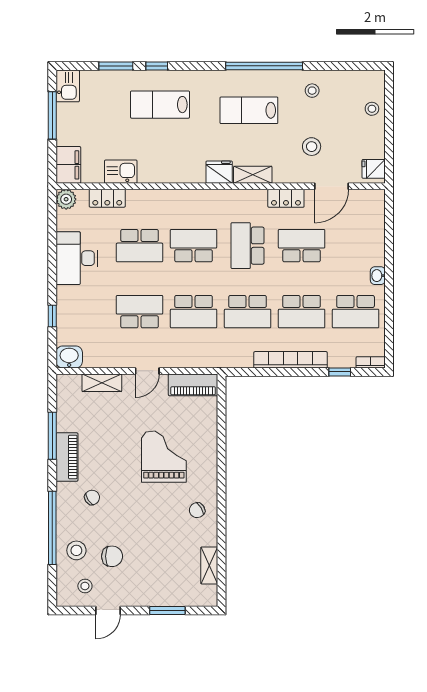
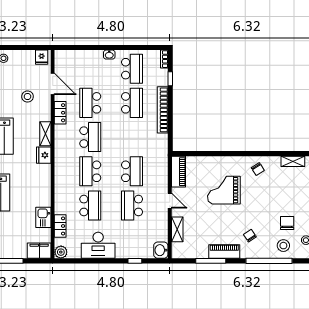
school desk: (248, 246) -> (90, 137), turned -90
school desk: (248, 312) -> (132, 137), removed

